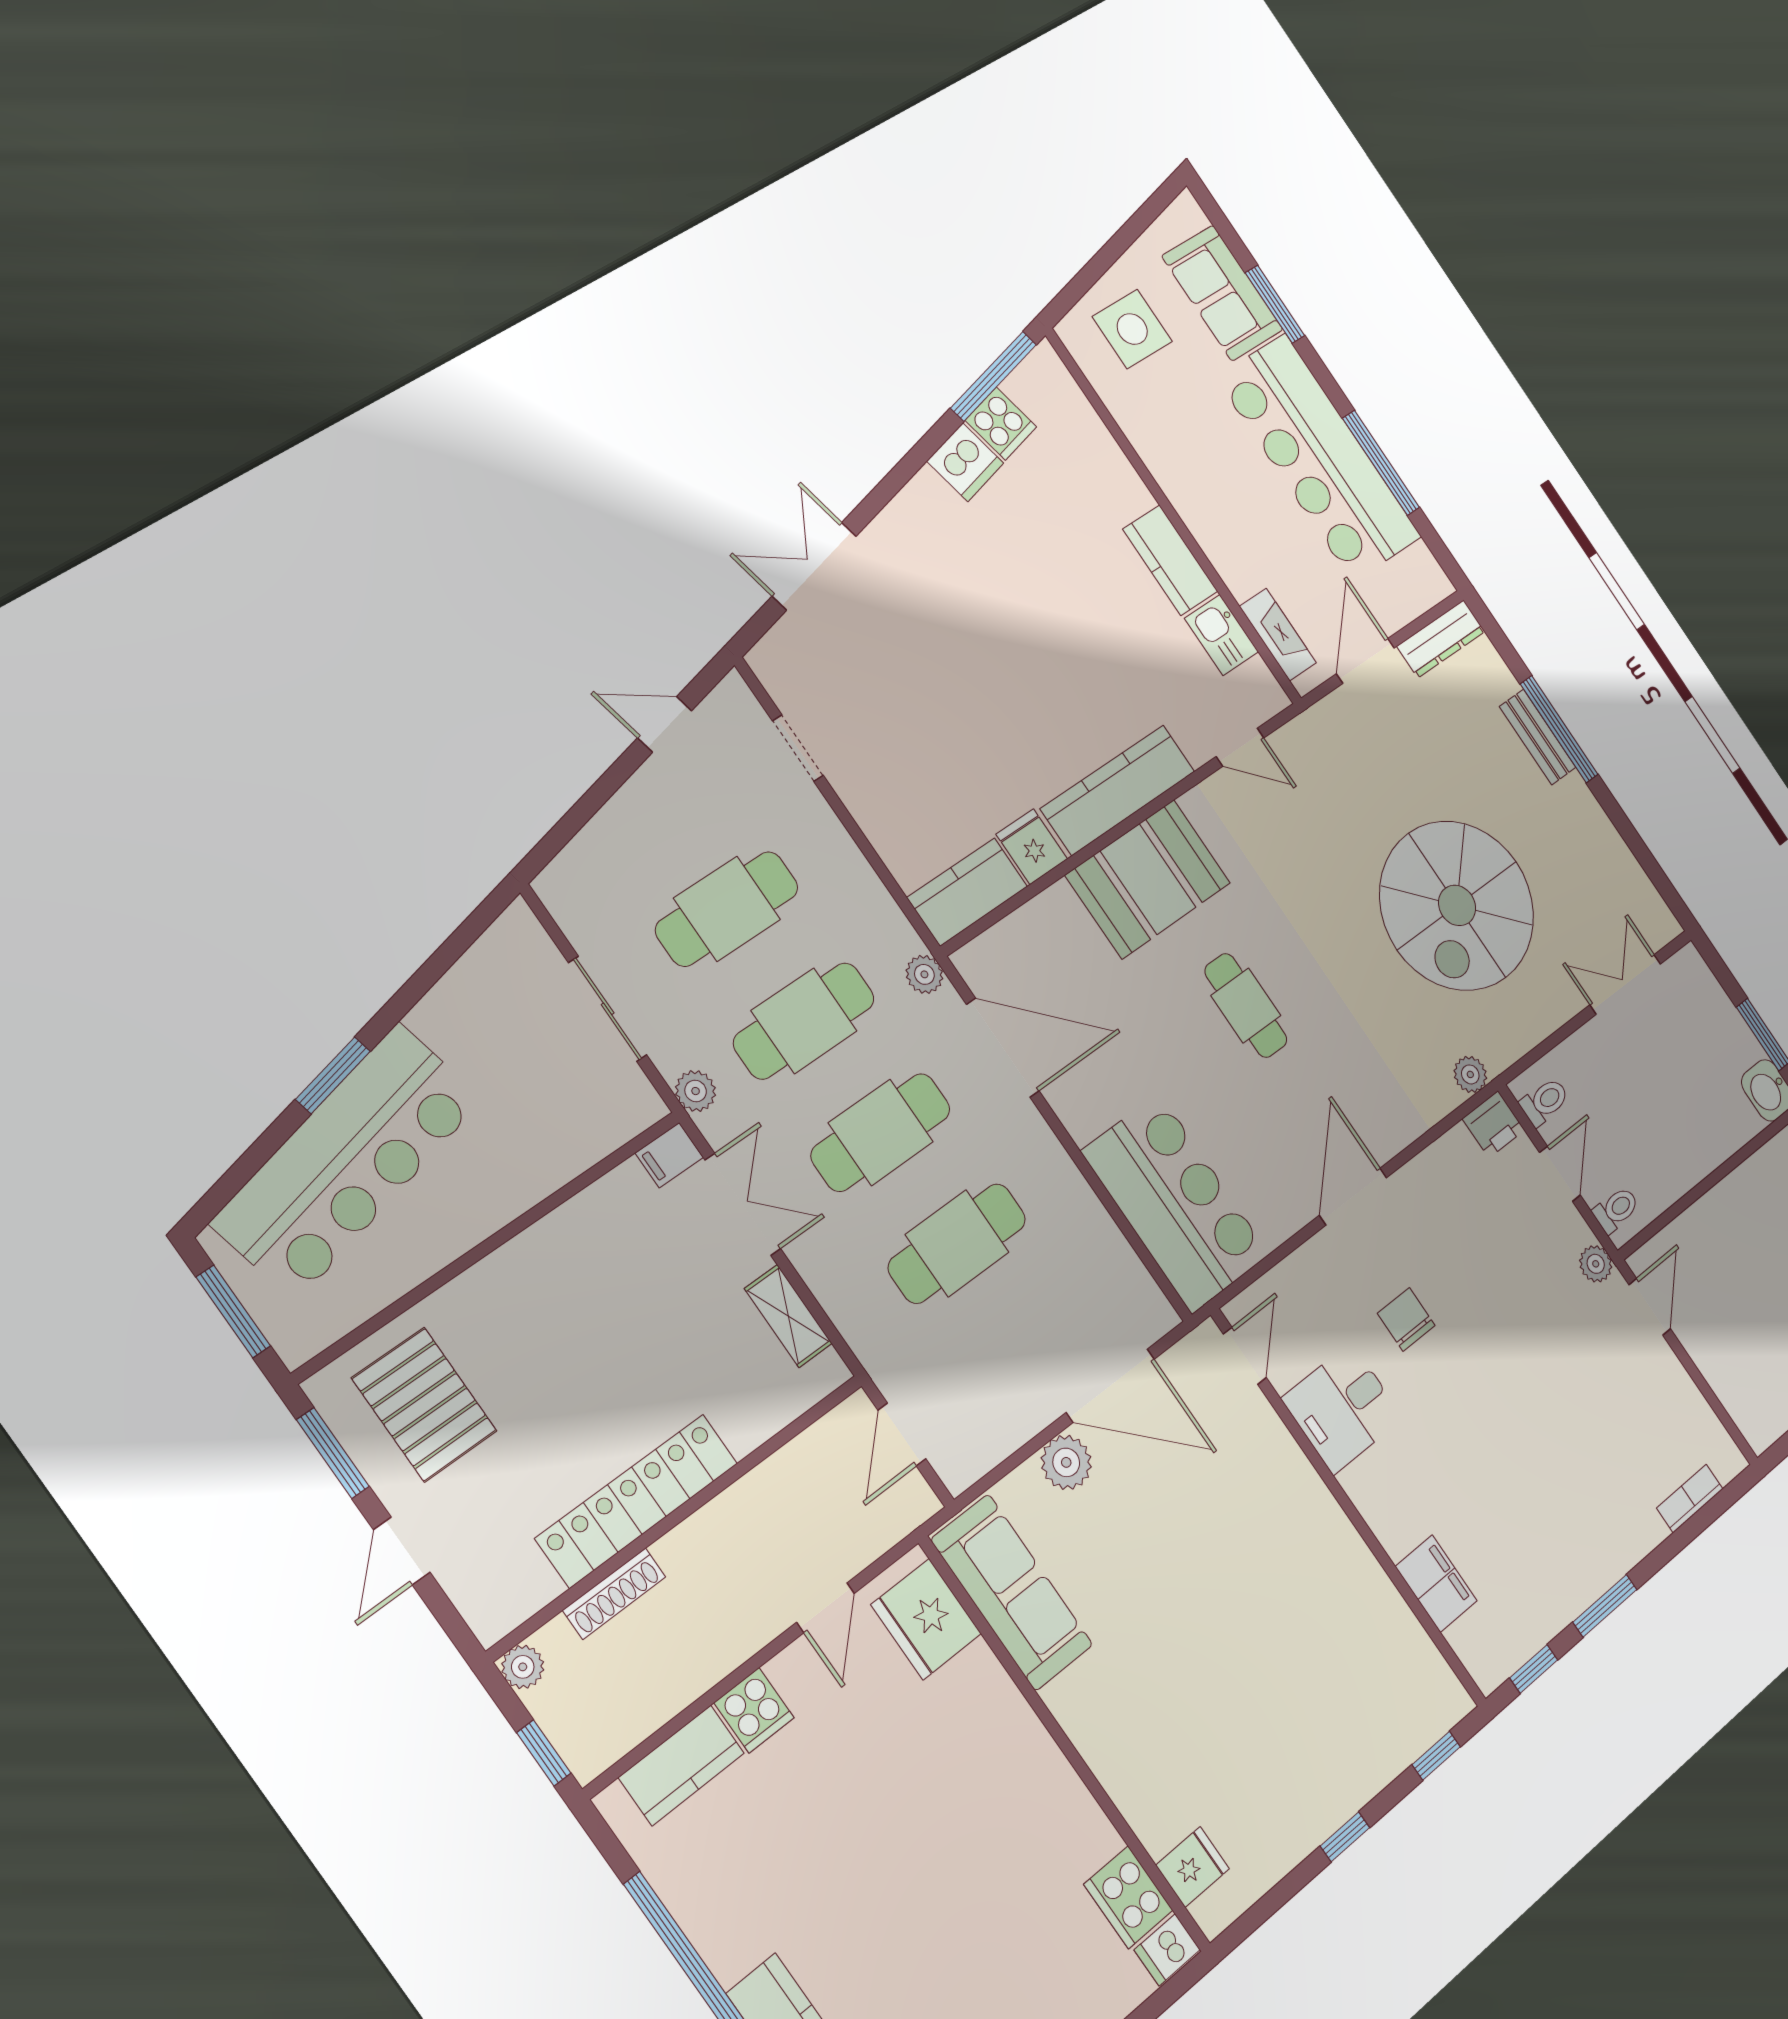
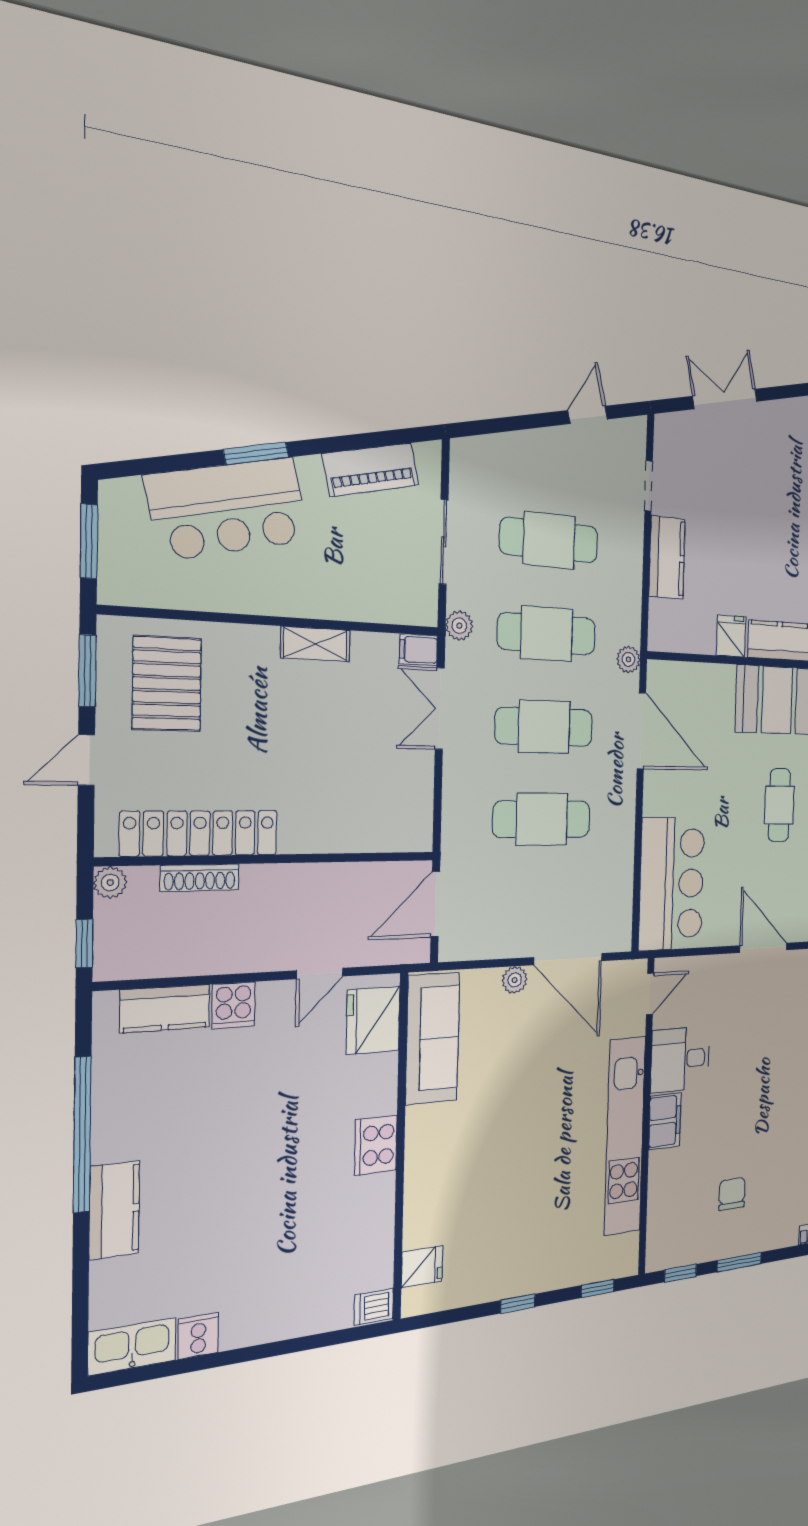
door: (665, 724) -> (588, 415), hinge flipped
kitchen counter: (967, 892) -> (667, 557), moved, turned 90
piano: (468, 992) -> (371, 470), added
bar counter: (348, 1161) -> (228, 509), width x0.73
door: (1353, 1196) -> (763, 948), hinge flipped
double door: (743, 1204) -> (440, 709), swing flipped
shelving: (788, 1316) -> (315, 644), moved, turned 90
chair: (1406, 1319) -> (732, 1194), moved
door: (902, 1434) -> (435, 904), width x1.38
plant: (1066, 1462) -> (515, 980), width x0.73, depth x0.73
locker: (637, 1501) -> (200, 833), moved
kitchen unit: (1337, 1549) -> (625, 1136), added
filing cabinet: (1436, 1584) -> (665, 1121), moved
cooker: (1128, 1897) -> (376, 1145), moved

